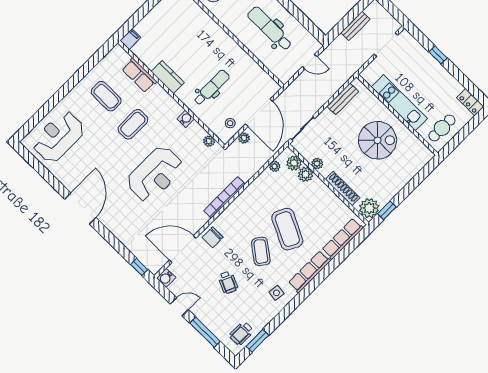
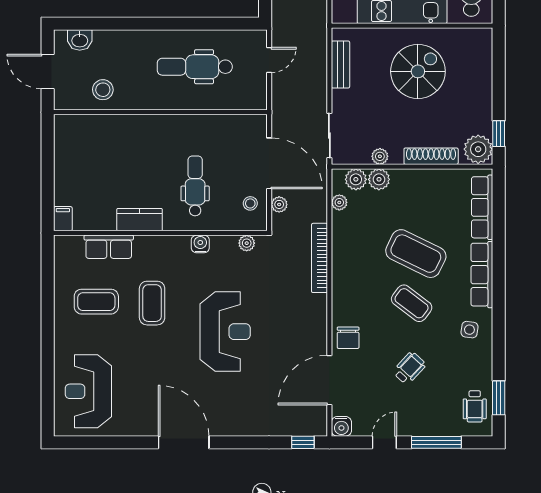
bookcase: (224, 197) -> (320, 258), moved
wheelchair: (228, 282) -> (409, 368), turned -71

